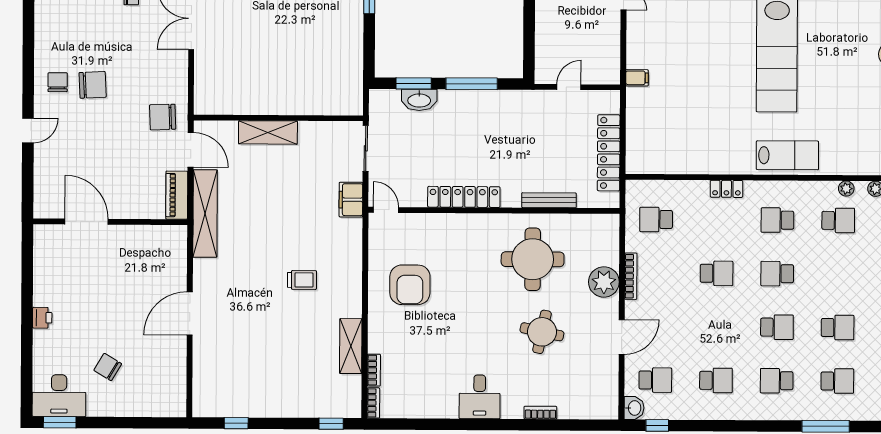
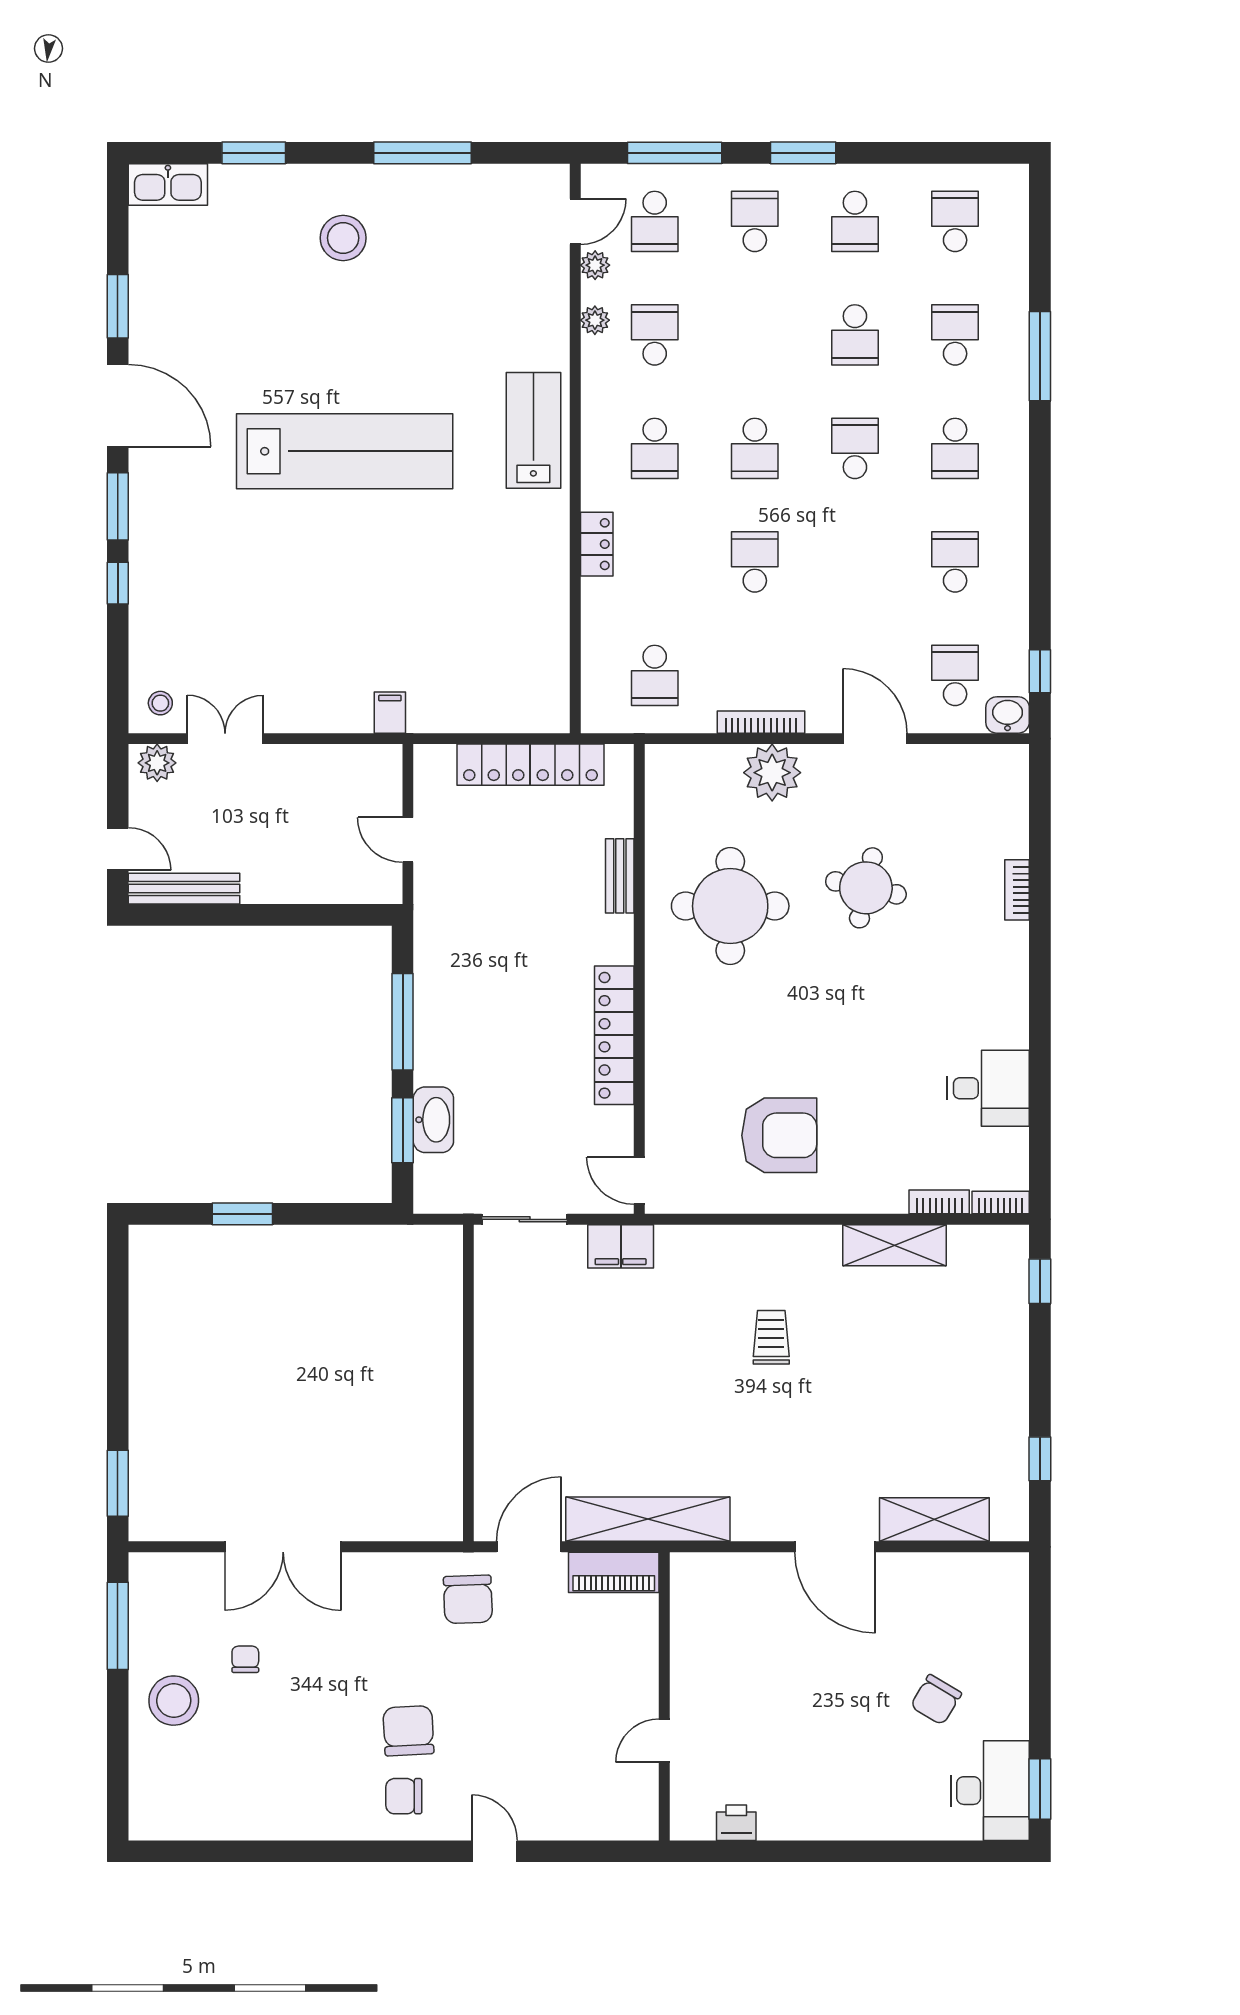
shelving: (268, 132) -> (934, 1520), moved, turned 90
bench: (549, 200) -> (620, 876), width x0.73
door: (386, 210) -> (639, 1181), hinge flipped
door: (87, 222) -> (664, 1741), width x0.53
printer: (42, 318) -> (736, 1823), moved
school desk: (838, 327) -> (855, 335), turned 180
desk: (480, 397) -> (988, 1088), moved

